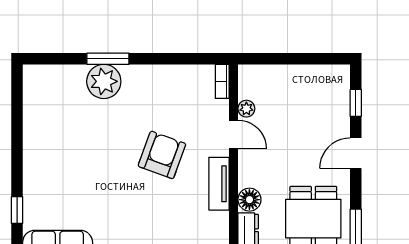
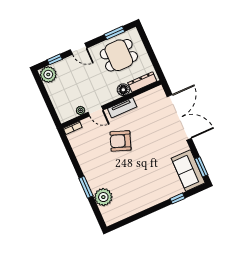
plant: (334, 80) -> (48, 74), added
plant: (104, 81) -> (103, 197), moved
door: (233, 135) -> (96, 111), swing flipped

